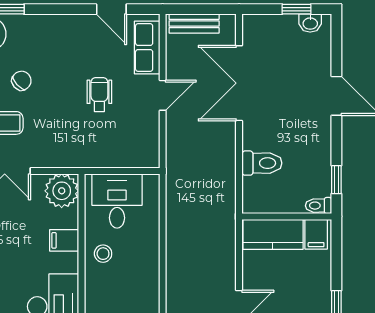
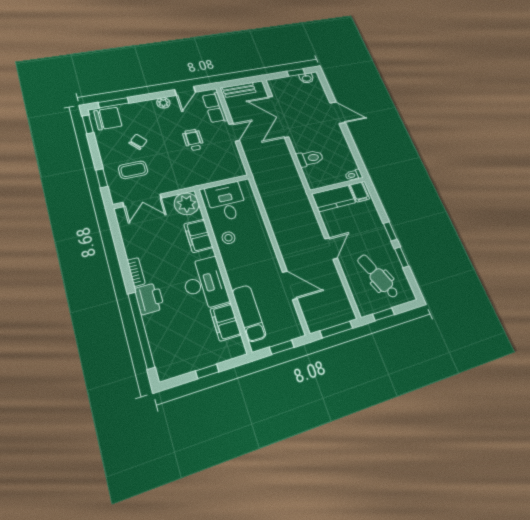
door: (111, 9) -> (185, 91), hinge flipped
plant: (74, 24) -> (163, 103), added
window: (336, 180) -> (358, 158), removed
filing cabinet: (64, 240) -> (198, 236), width x2.00

